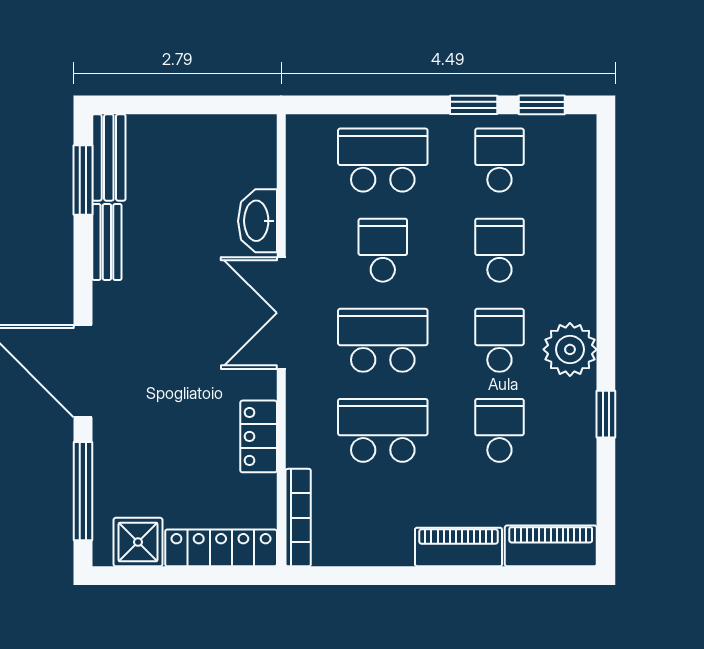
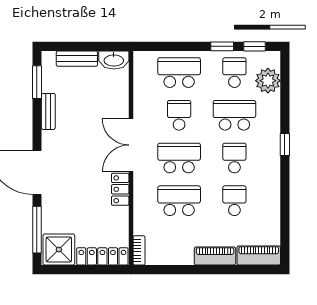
bench: (109, 158) -> (77, 59), moved, turned 90
washbasin: (257, 221) -> (114, 60), moved, turned -90
school desk: (499, 250) -> (234, 115), width x1.85
plant: (570, 349) -> (268, 81), moved
window: (606, 414) -> (285, 144), moved
locker: (259, 436) -> (120, 189), moved
bookcase: (298, 518) -> (139, 250), width x0.64
shower: (138, 542) -> (59, 249), width x1.36, depth x1.36

